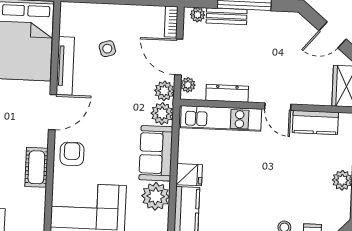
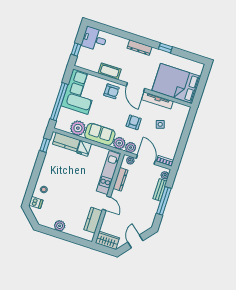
door: (179, 57) -> (146, 160), hinge flipped
armchair: (117, 98) -> (134, 122), added
door: (278, 107) -> (106, 203), swing flipped

